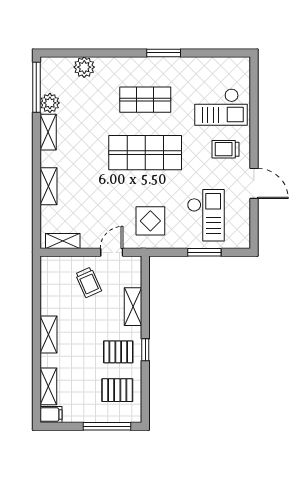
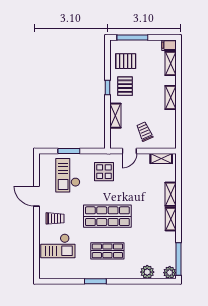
plant: (50, 103) -> (170, 273), moved
checkout: (221, 107) -> (58, 246), turned 180
shelving: (48, 132) -> (171, 219), moved
pallet: (118, 352) -> (125, 86), turned 90

